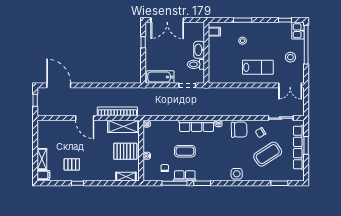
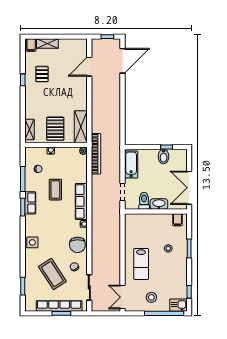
double door: (167, 20) -> (189, 188), moved
bidet: (152, 45) -> (164, 156), added
bookcase: (117, 111) -> (96, 154), moved
door: (85, 118) -> (89, 67), moved
row of seats: (185, 176) -> (30, 203), moved

